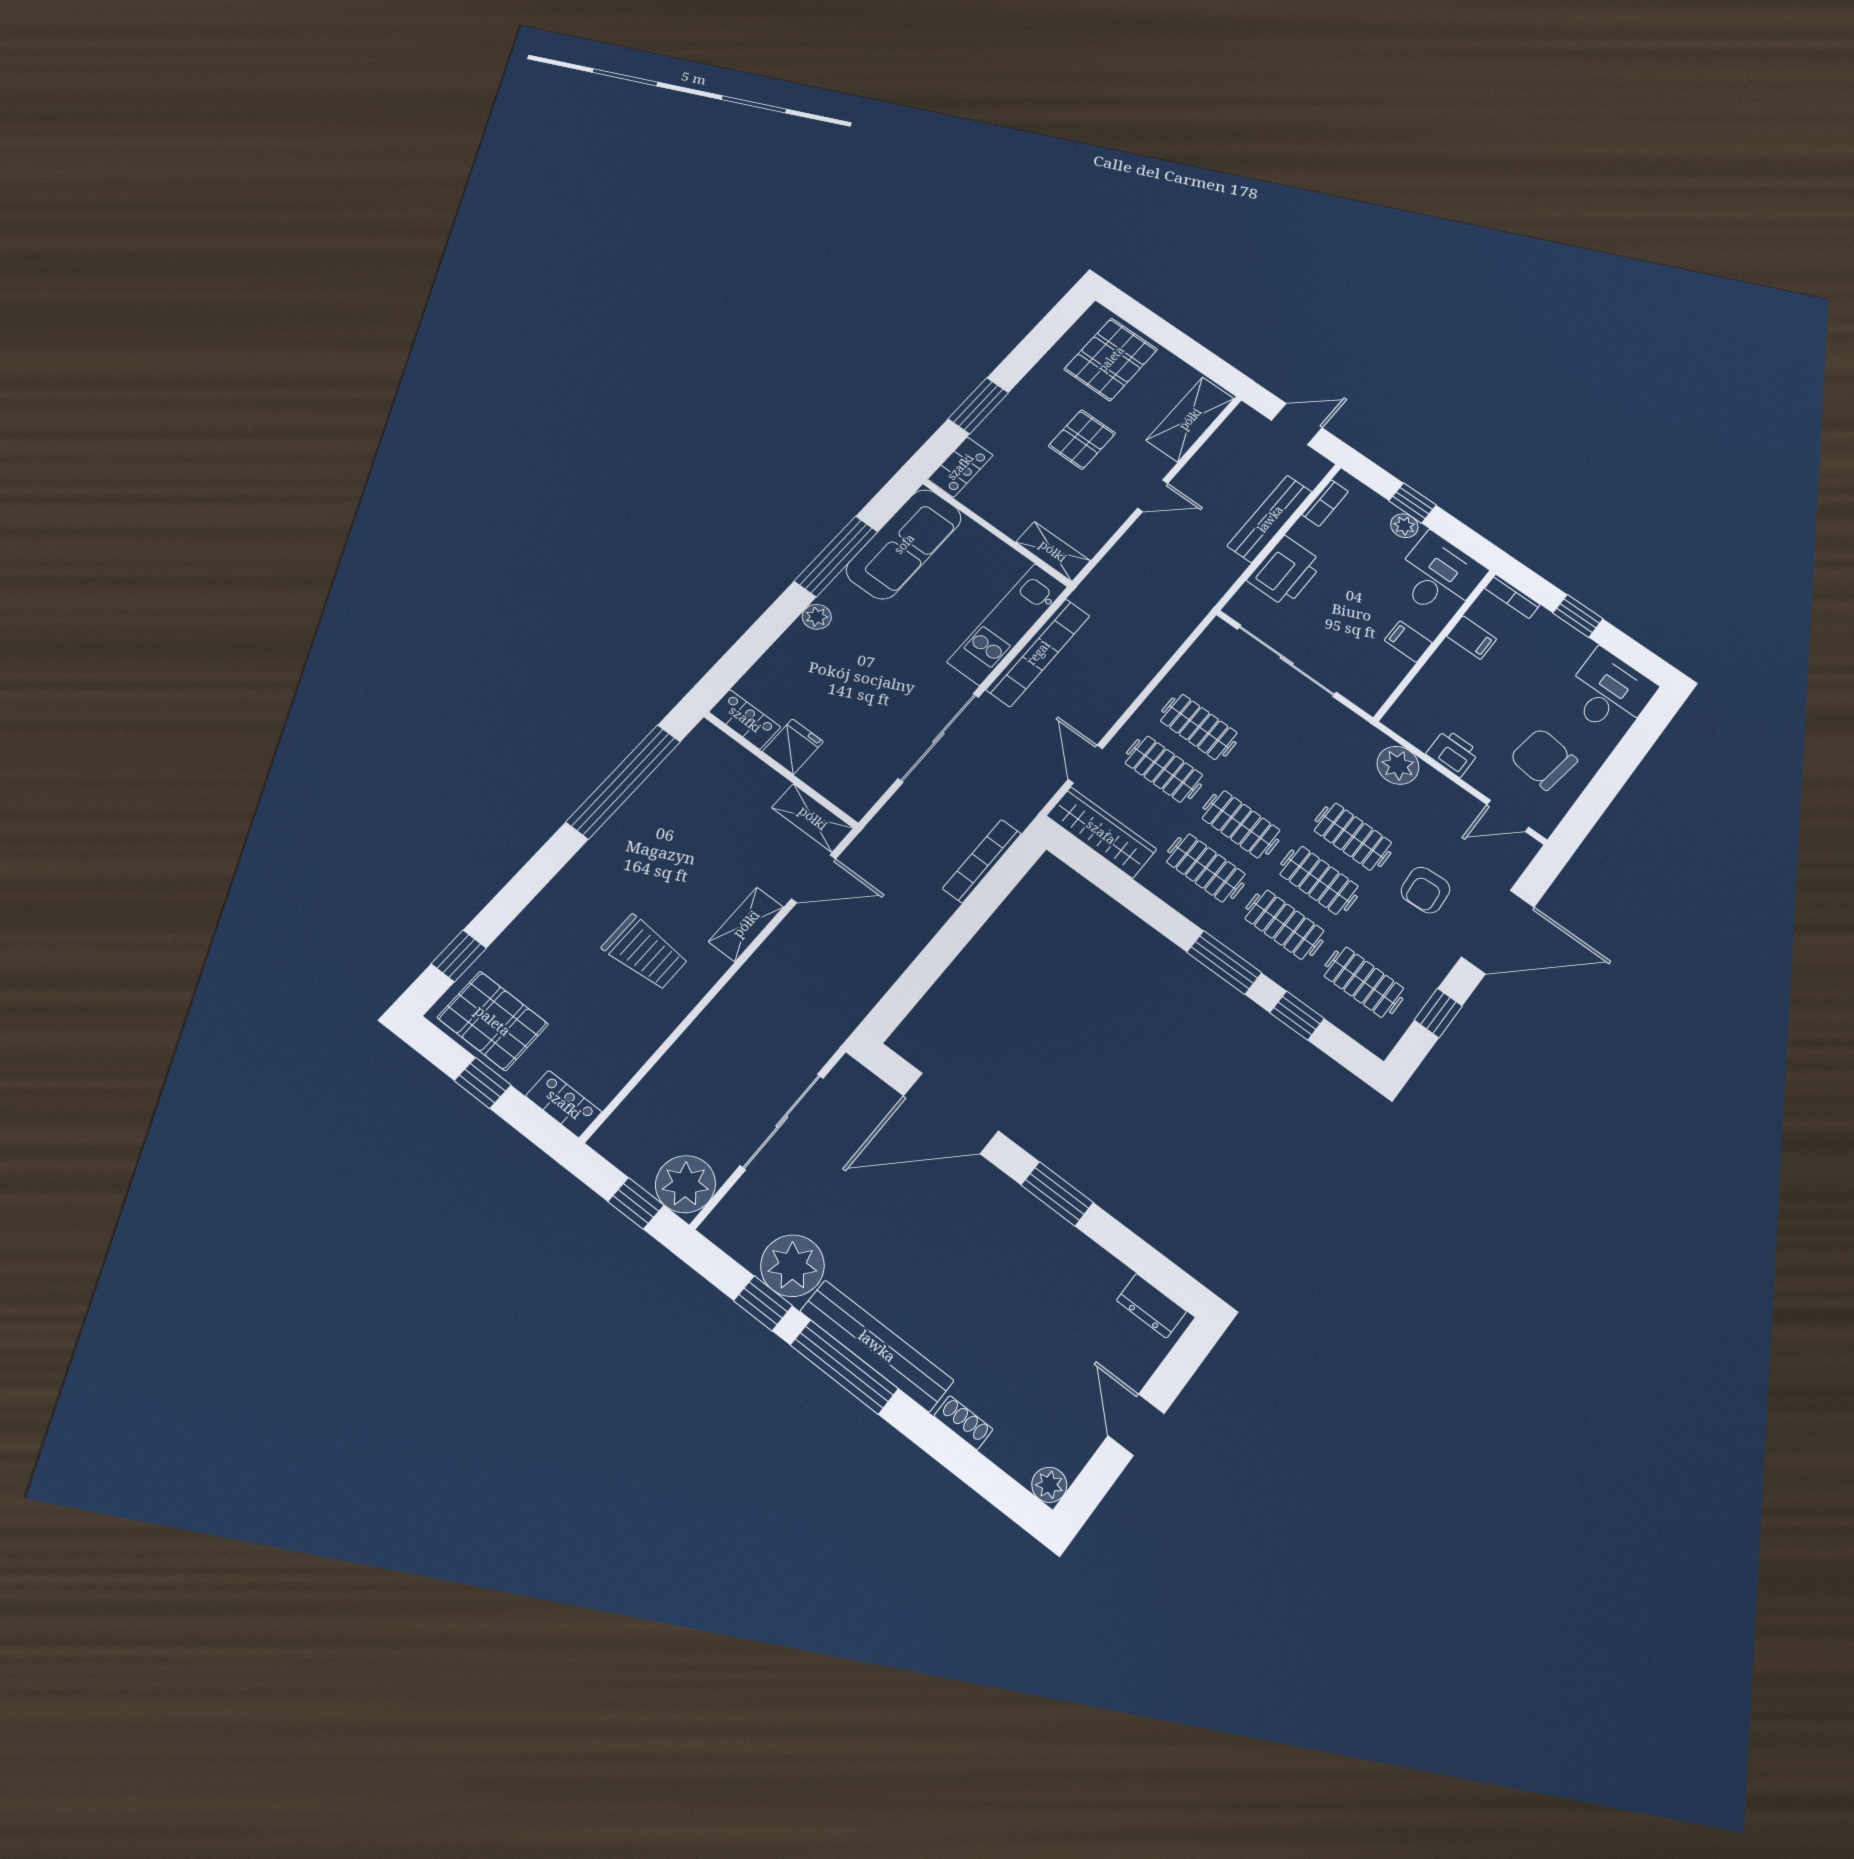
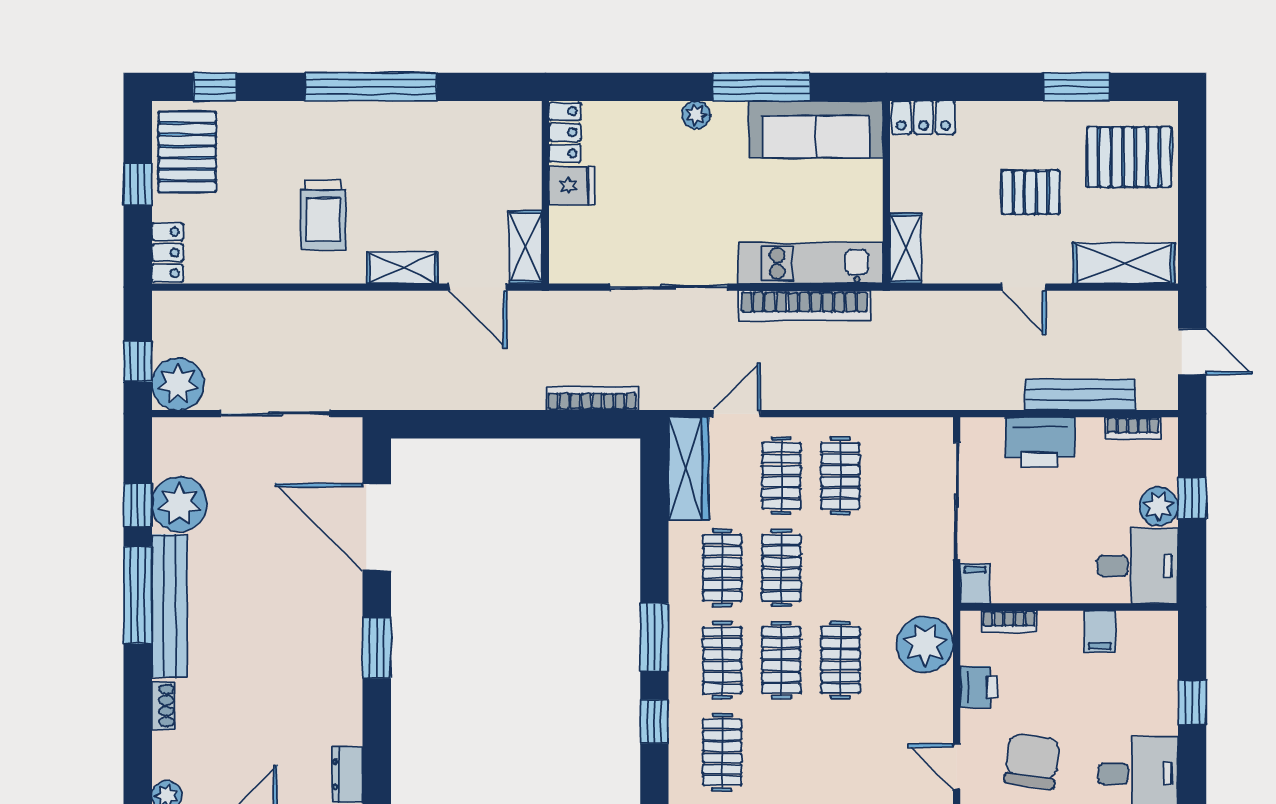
window: (978, 406) -> (1076, 87), moved
plant: (1404, 526) -> (1159, 506), width x1.38, depth x1.38
bookcase: (1512, 596) -> (1009, 621), moved, turned -90
filing cabinet: (1408, 642) -> (975, 584), moved
plant: (1398, 765) -> (925, 644), width x1.36, depth x1.36
window: (623, 782) -> (371, 87), moved
armchair: (1425, 890) -> (839, 746), removed

